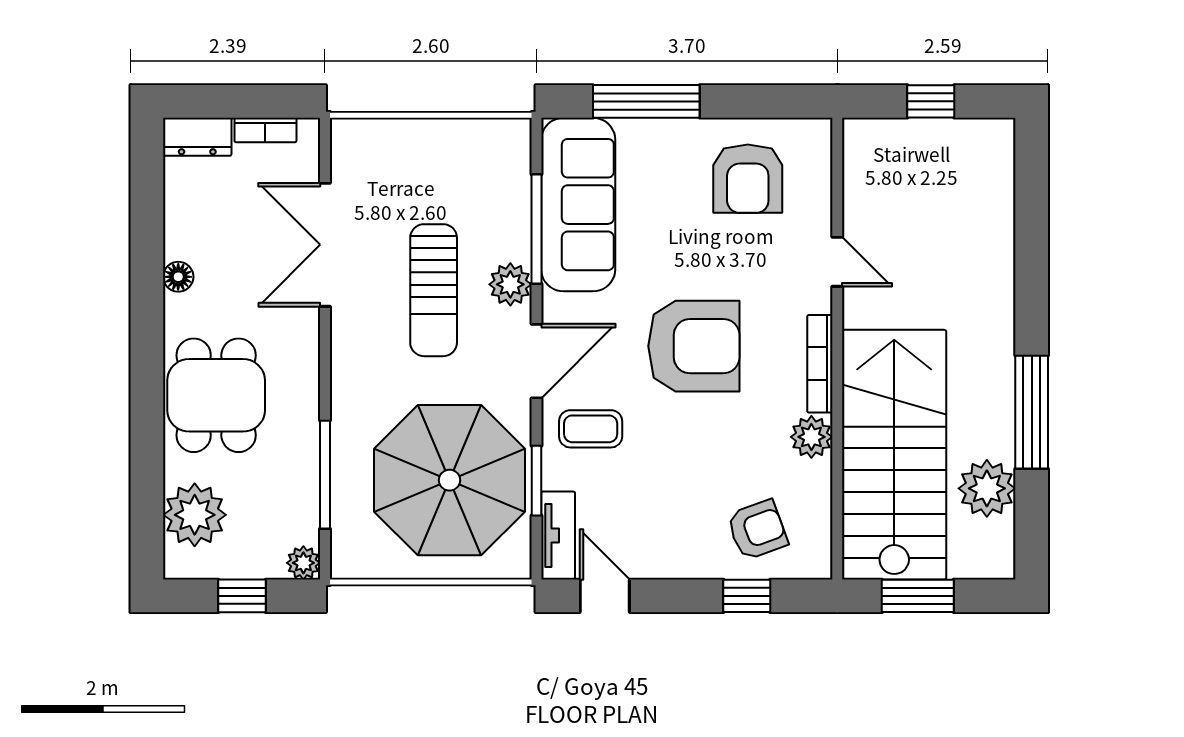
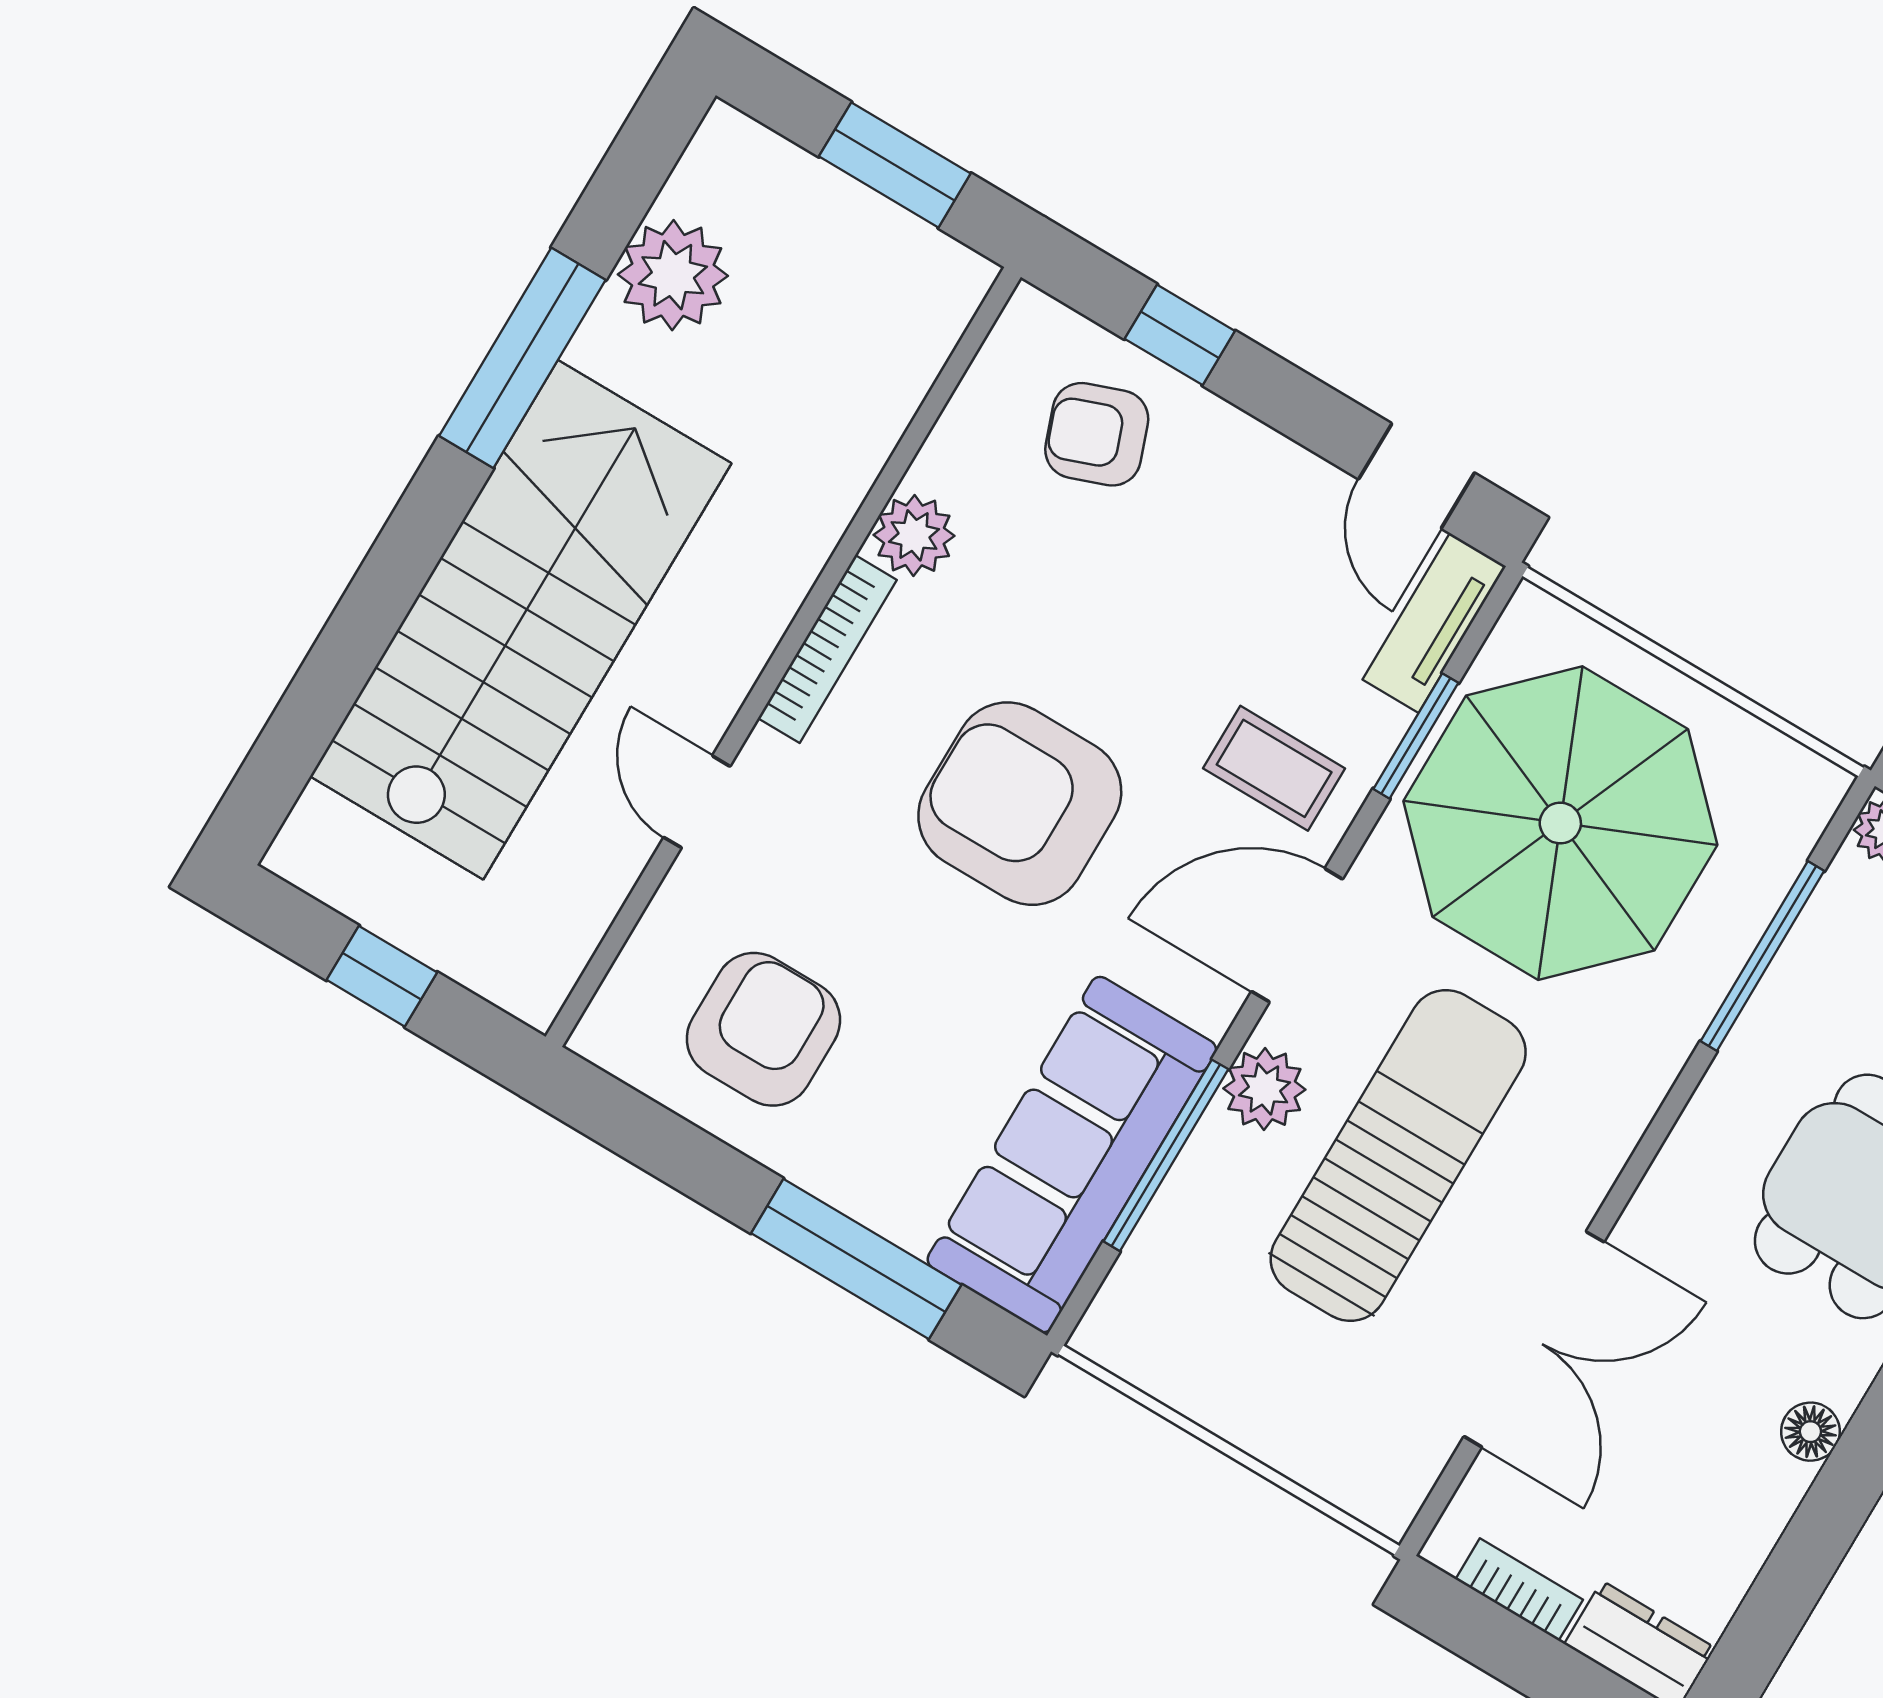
sun lounger: (434, 290) -> (1398, 1156), width x1.36, depth x1.34
stairs: (894, 455) -> (521, 620), moved, turned 180

